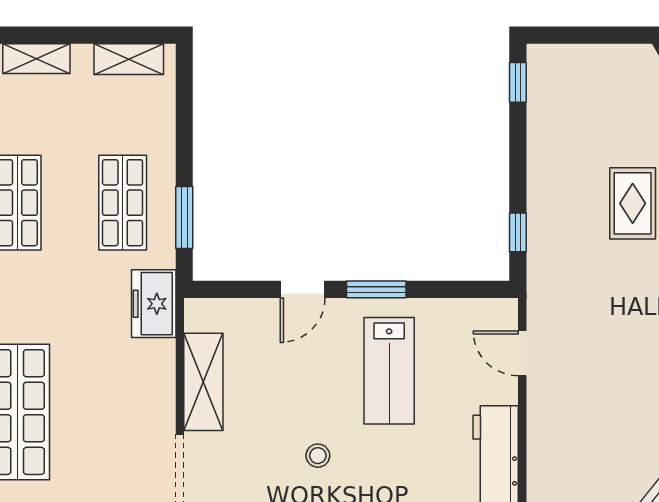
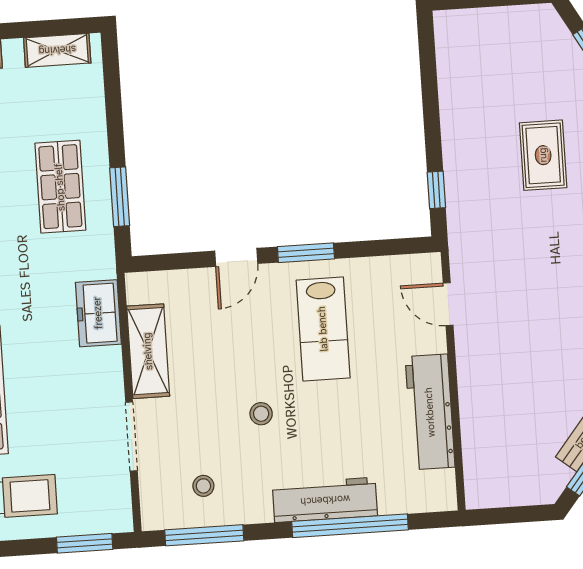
window: (518, 82) -> (427, 48), removed
freezer: (154, 304) -> (98, 313), moved

